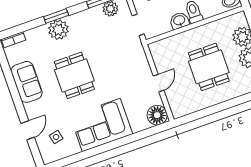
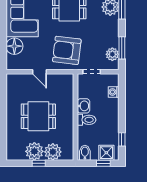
armchair: (124, 61) -> (67, 50), added
floor lamp: (157, 115) -> (14, 46), moved

